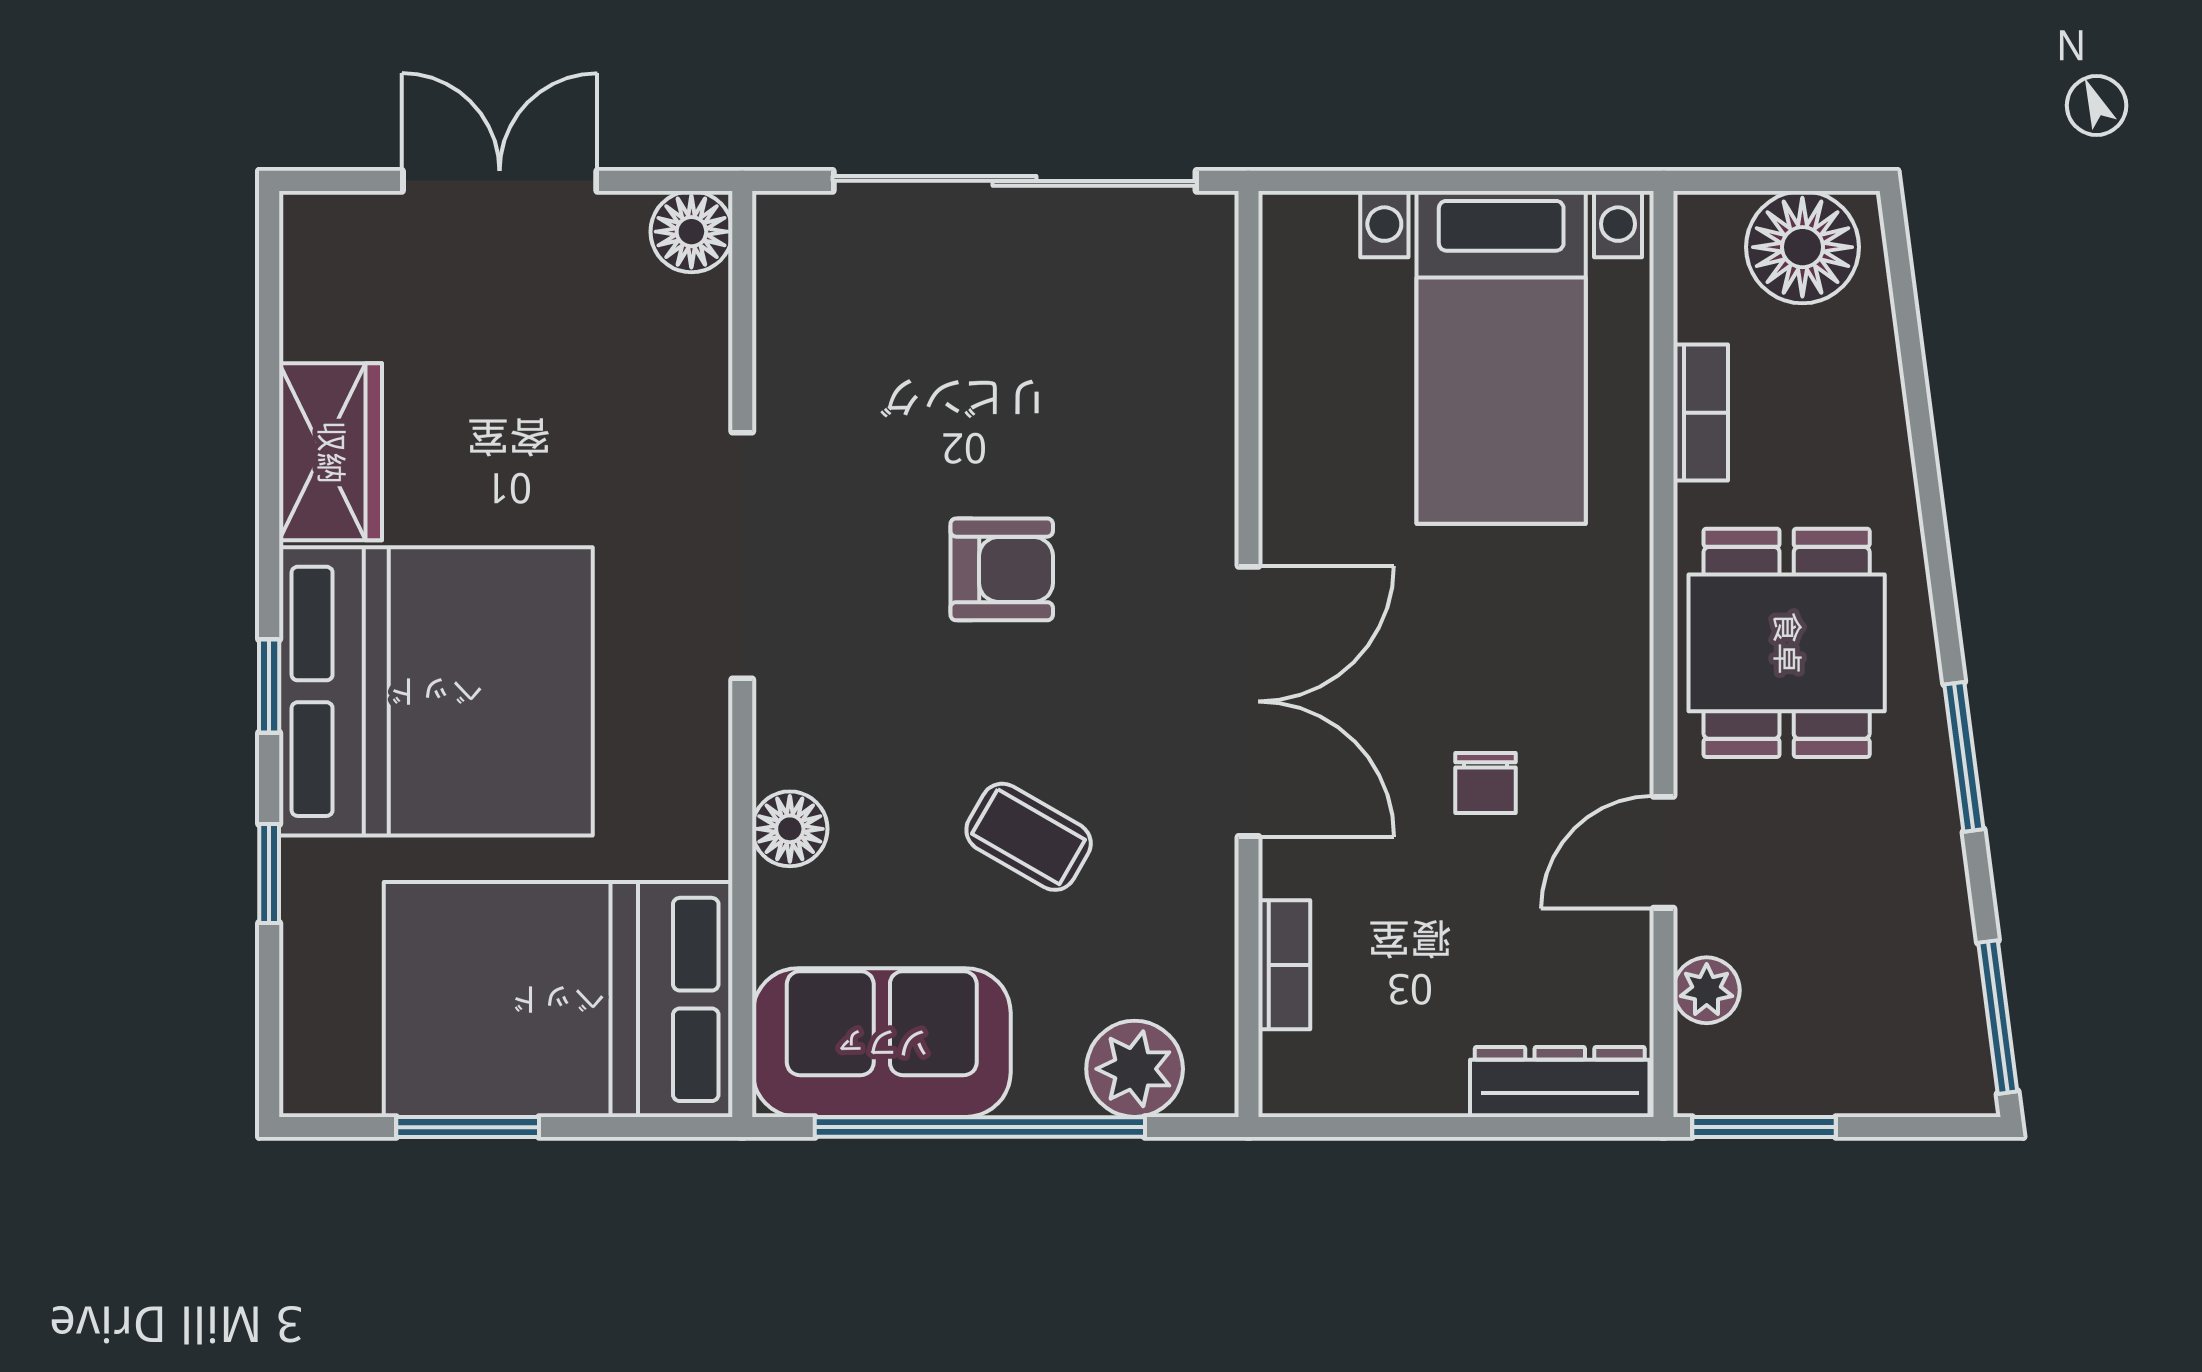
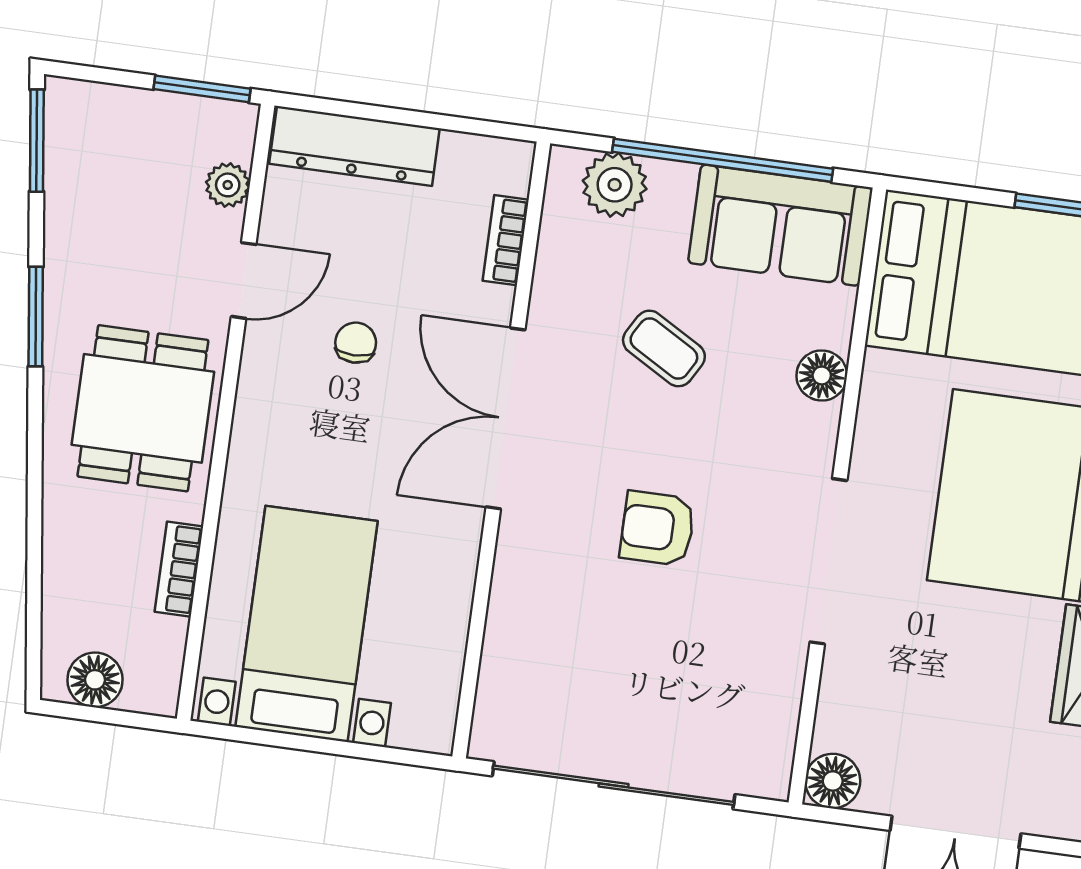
floor lamp: (1802, 247) -> (95, 680), width x0.73, depth x0.73
dresser: (1560, 1082) -> (354, 146), width x1.37, depth x1.24

